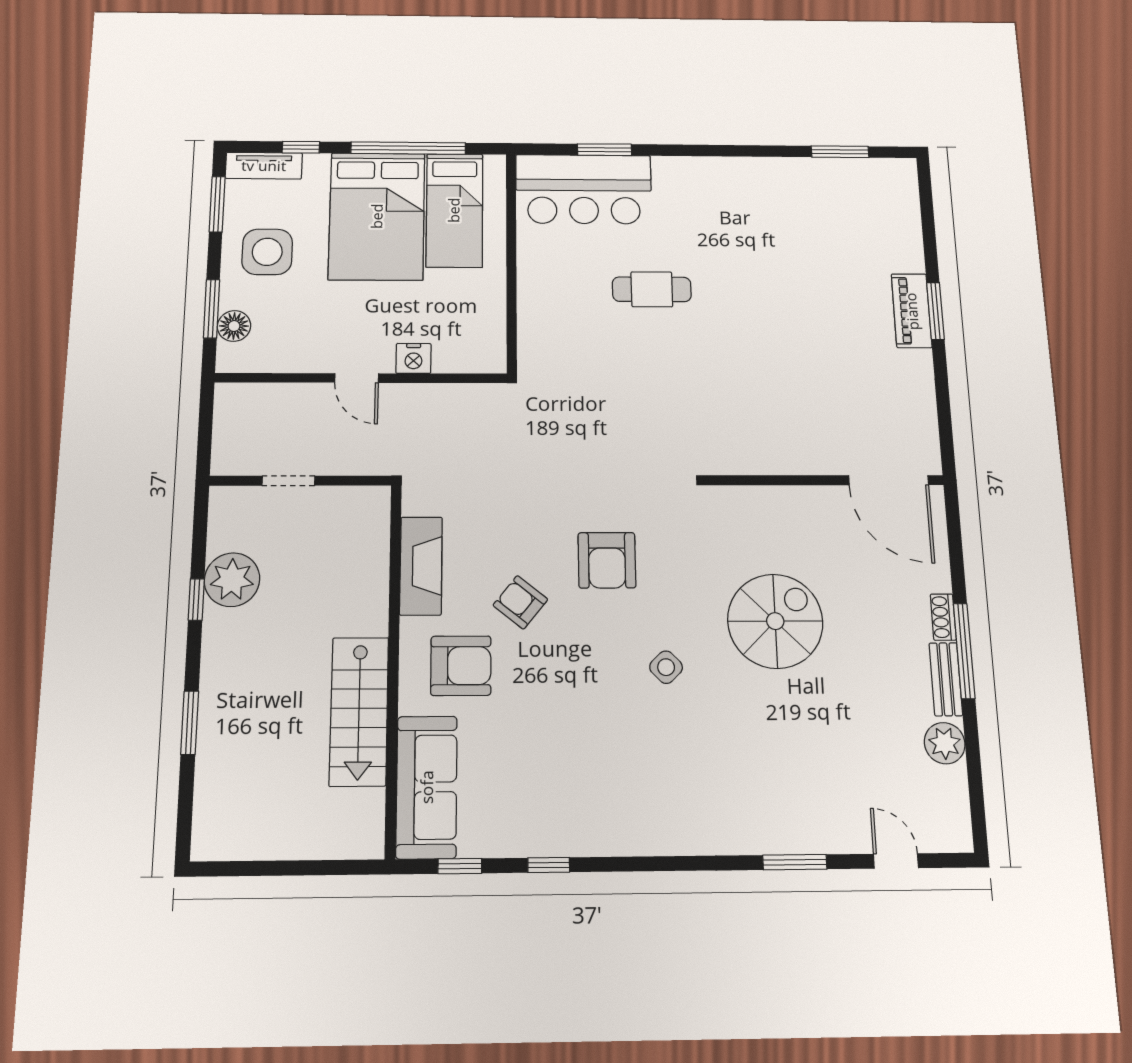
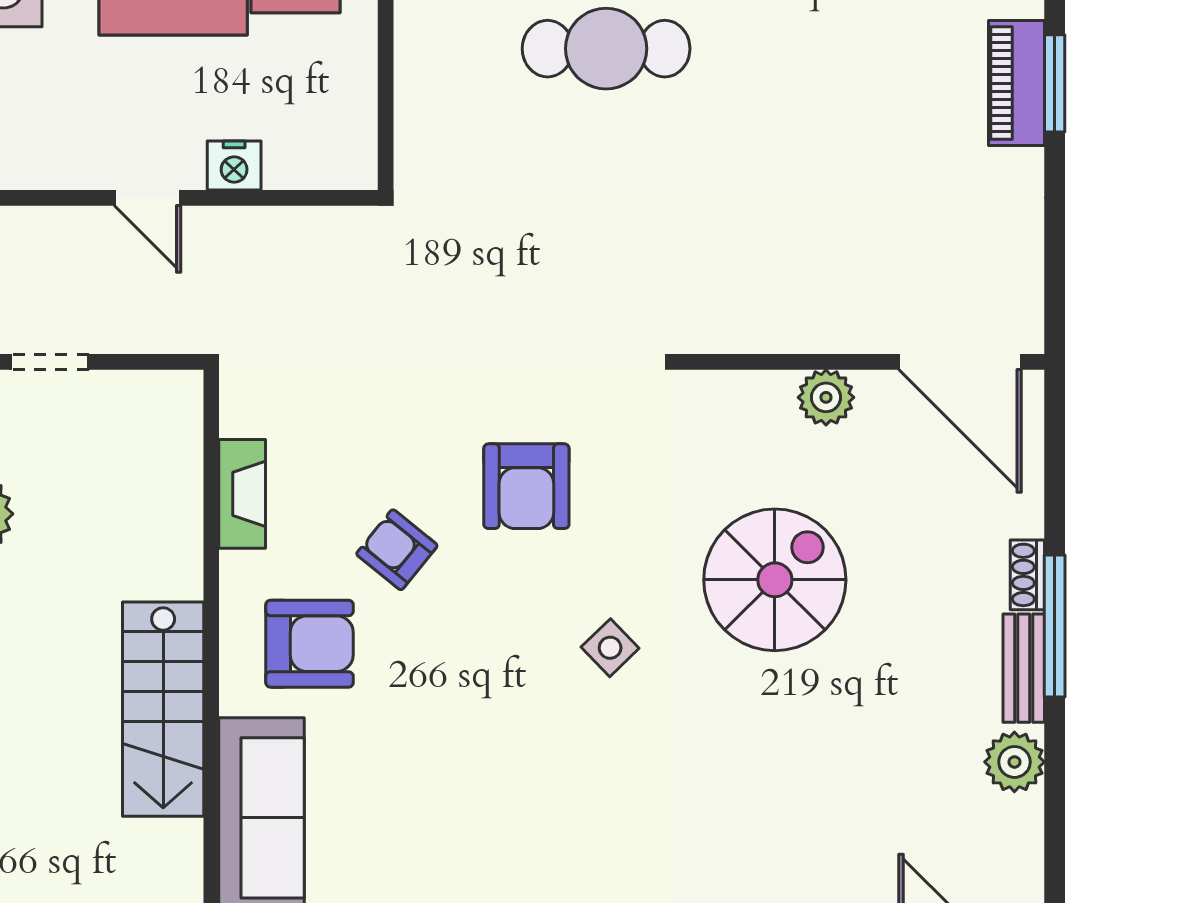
cafe table: (652, 289) -> (606, 49), width x1.37, depth x1.35
plant: (803, 503) -> (826, 397), added
fireplace: (421, 566) -> (242, 494), width x0.73, depth x0.76

